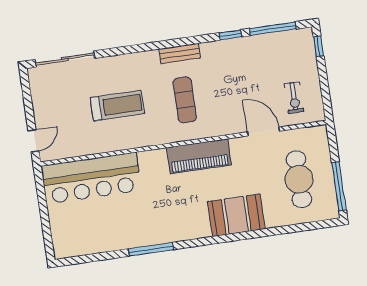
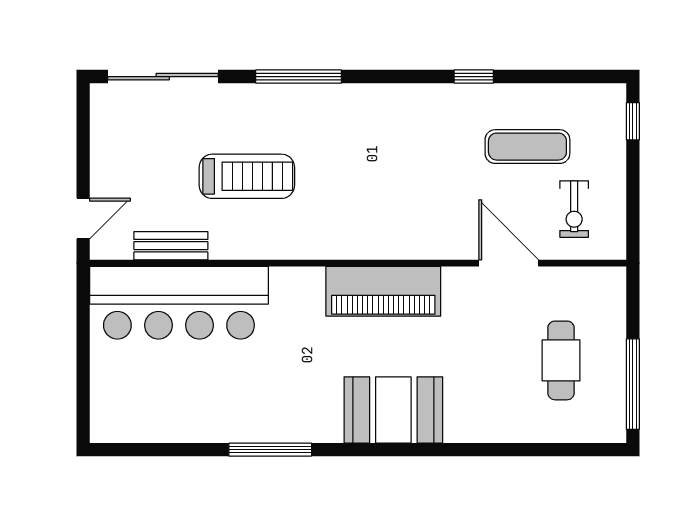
window: (273, 29) -> (299, 77), moved
bench: (180, 54) -> (171, 246), moved
exercise mat: (185, 100) -> (527, 147), moved, turned 90
cafe table: (299, 179) -> (561, 360), width x0.73, depth x0.74
booth: (236, 215) -> (393, 410), moved

